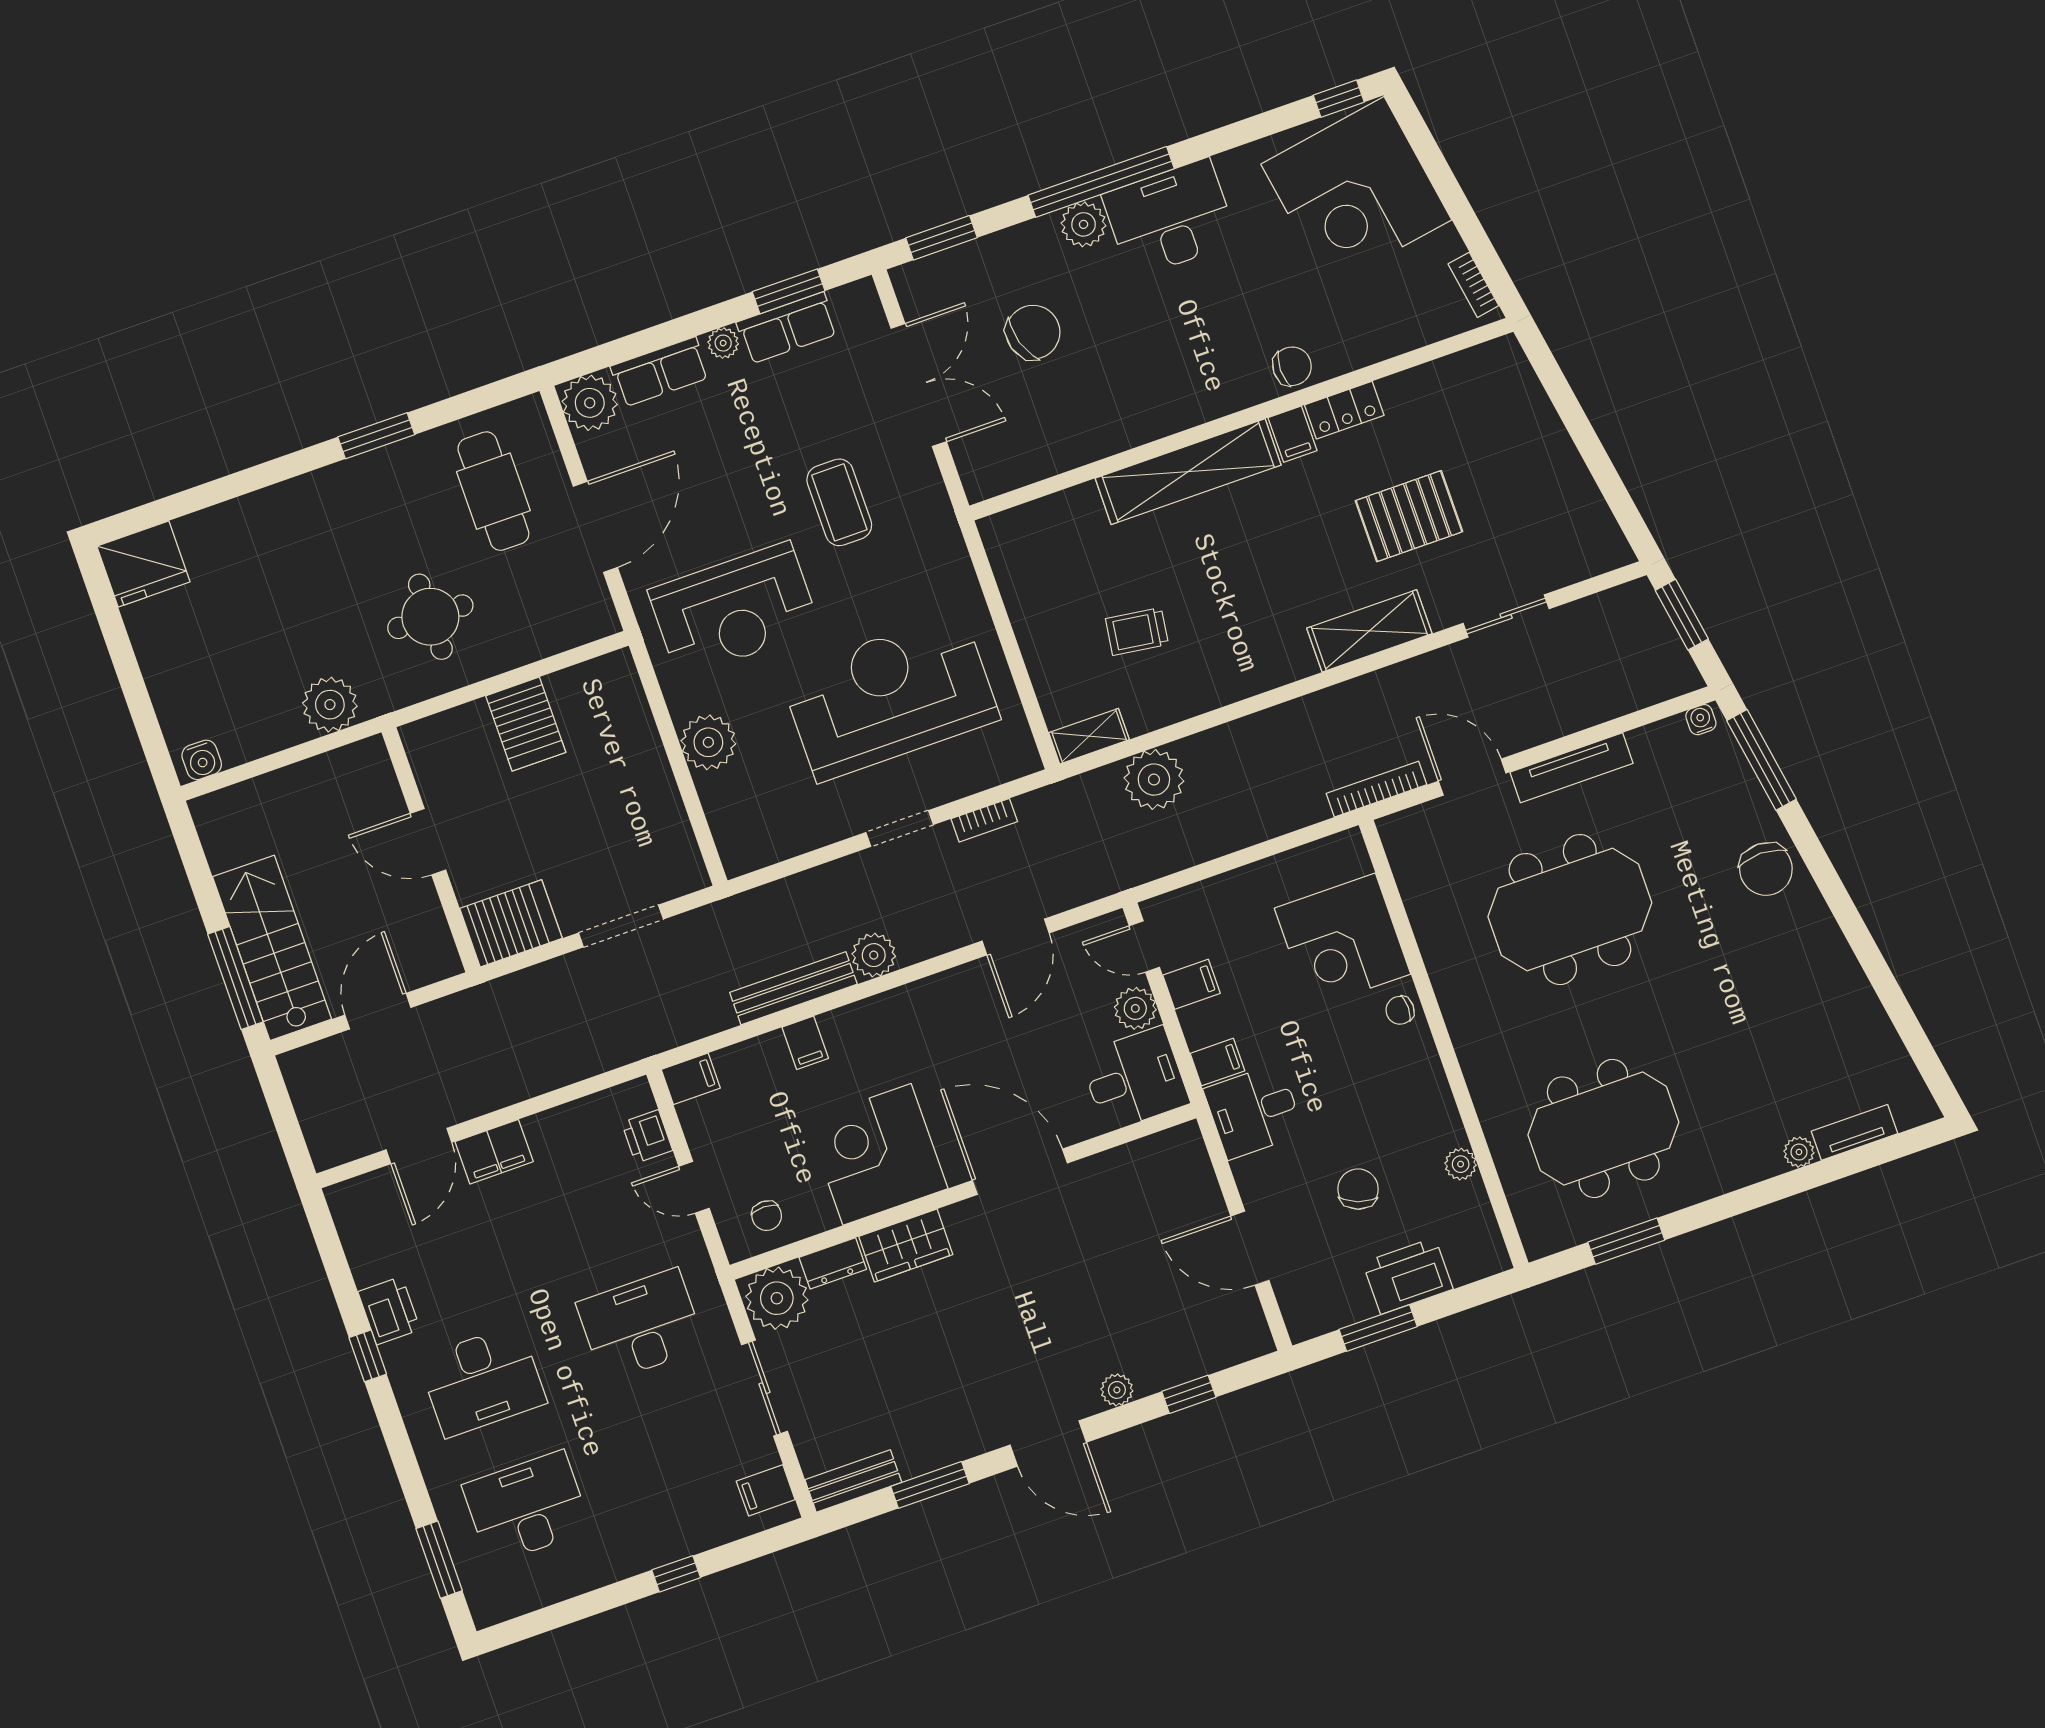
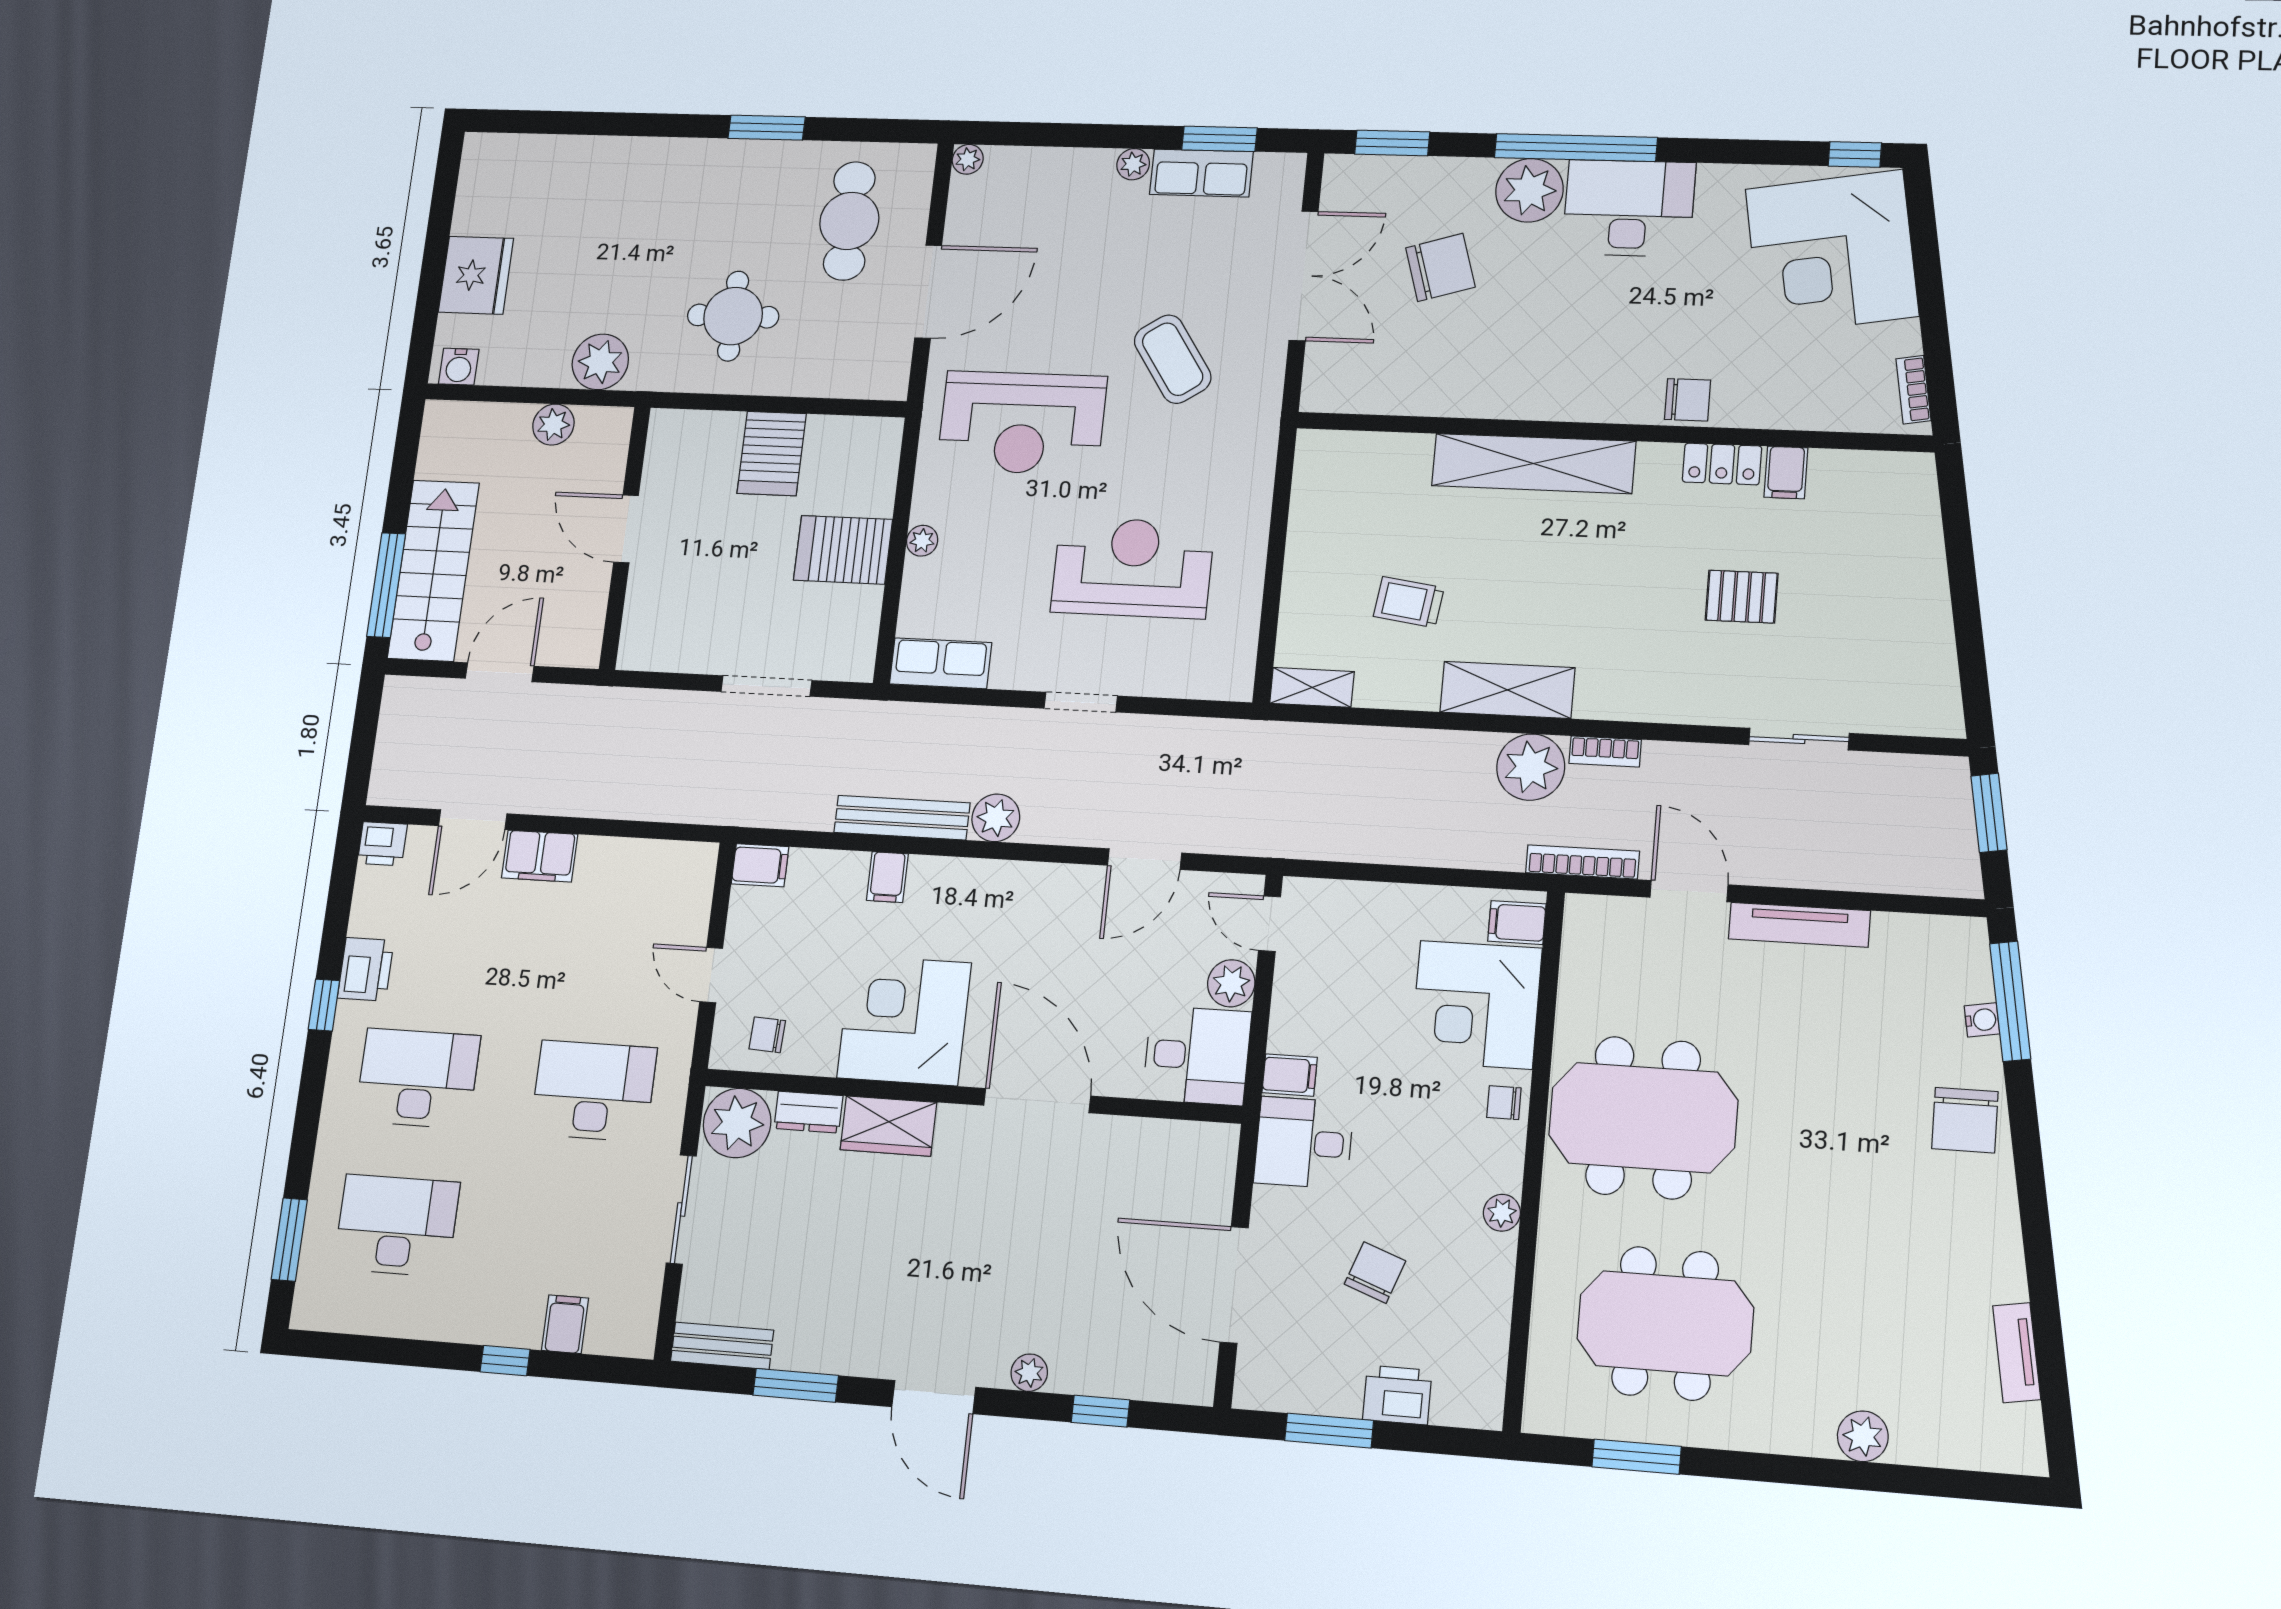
plant: (1084, 224) -> (1529, 190), width x1.36, depth x1.36
row of seats: (660, 372) -> (941, 663), moved, turned 180
plant: (590, 403) -> (968, 159), width x0.53, depth x0.53
filing cabinet: (1293, 434) -> (1786, 472), moved
coffee table: (839, 502) -> (1173, 359), turned -34
pallet: (1409, 516) -> (1742, 597), width x0.67, depth x0.71
fridge: (143, 564) -> (476, 275), moved, turned -90
shelving: (1369, 631) -> (1507, 690), moved
reception desk: (890, 696) -> (1133, 568), width x0.74, depth x0.77
water cooler: (1701, 720) -> (1982, 1020), moved, turned 81
plant: (708, 742) -> (922, 541), width x0.53, depth x0.53
plant: (315, 777) -> (553, 425), added
plant: (1154, 780) -> (1531, 767), moved
bookcase: (984, 820) -> (1605, 751), moved
meeting table: (1570, 910) -> (1643, 1118), moved
server rack: (511, 923) -> (843, 550), moved, turned 180
filing cabinet: (1192, 984) -> (1517, 923), moved, turned 180
tv unit: (1854, 1132) -> (2017, 1353), moved, turned -99
printer: (647, 1136) -> (382, 844), moved, turned -90
plant: (1799, 1152) -> (1863, 1436), width x1.38, depth x1.38
plant: (1461, 1164) -> (1502, 1213), moved
chair: (767, 1216) -> (767, 1035), turned 93
door: (1250, 1248) -> (1234, 1285), width x1.36
printer: (1408, 1276) -> (1397, 1395), width x0.73, depth x0.84
desk: (482, 1381) -> (418, 1078), turned 180
filing cabinet: (766, 1490) -> (565, 1324), moved, turned 90

